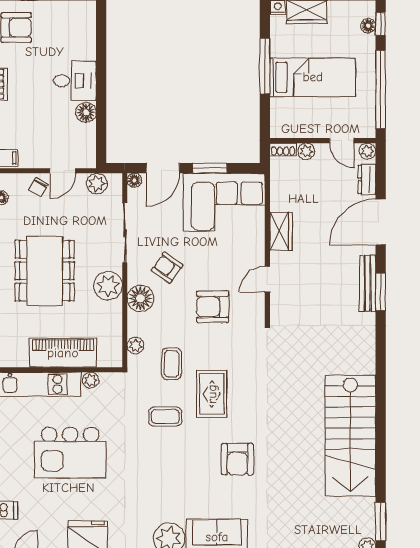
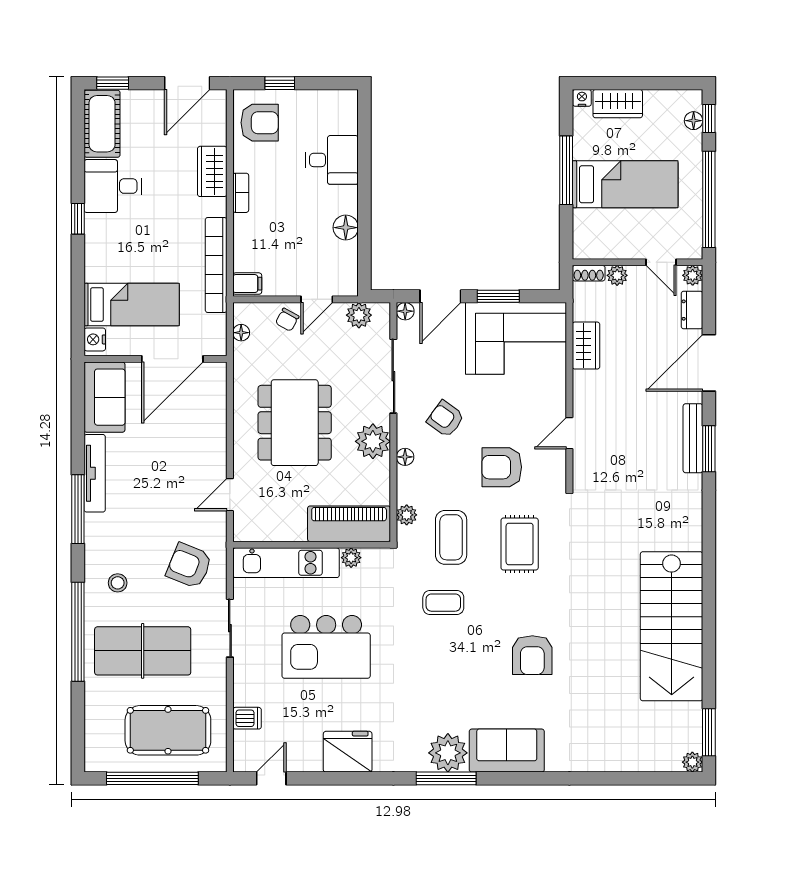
desk: (75, 81) -> (332, 160), moved
wardrobe: (281, 231) -> (586, 346), moved
floor lamp: (140, 298) -> (405, 457), width x0.53, depth x0.53
piano: (63, 353) -> (349, 524), moved
coffee table: (171, 364) -> (451, 537), width x1.36, depth x1.30
rug: (212, 394) -> (520, 544), moved

